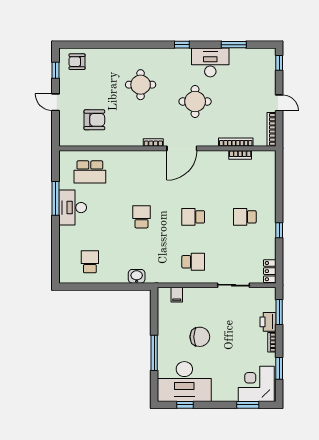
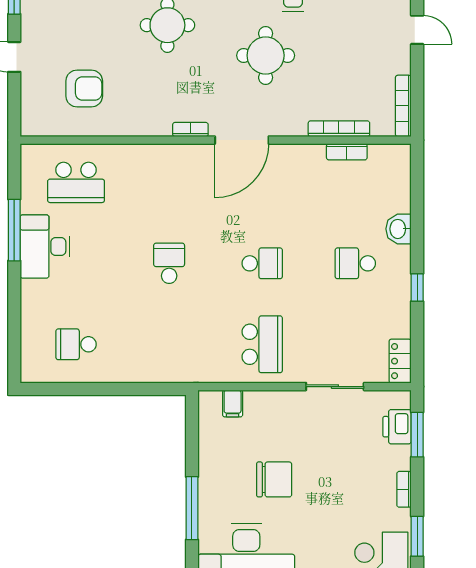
door: (279, 103) -> (417, 30), moved
school desk: (193, 217) -> (262, 263), turned 180
school desk: (90, 262) -> (76, 344), turned -90
school desk: (193, 262) -> (262, 344), width x1.85
washbasin: (137, 276) -> (399, 229), moved, turned -90
printer: (268, 322) -> (397, 427), moved

